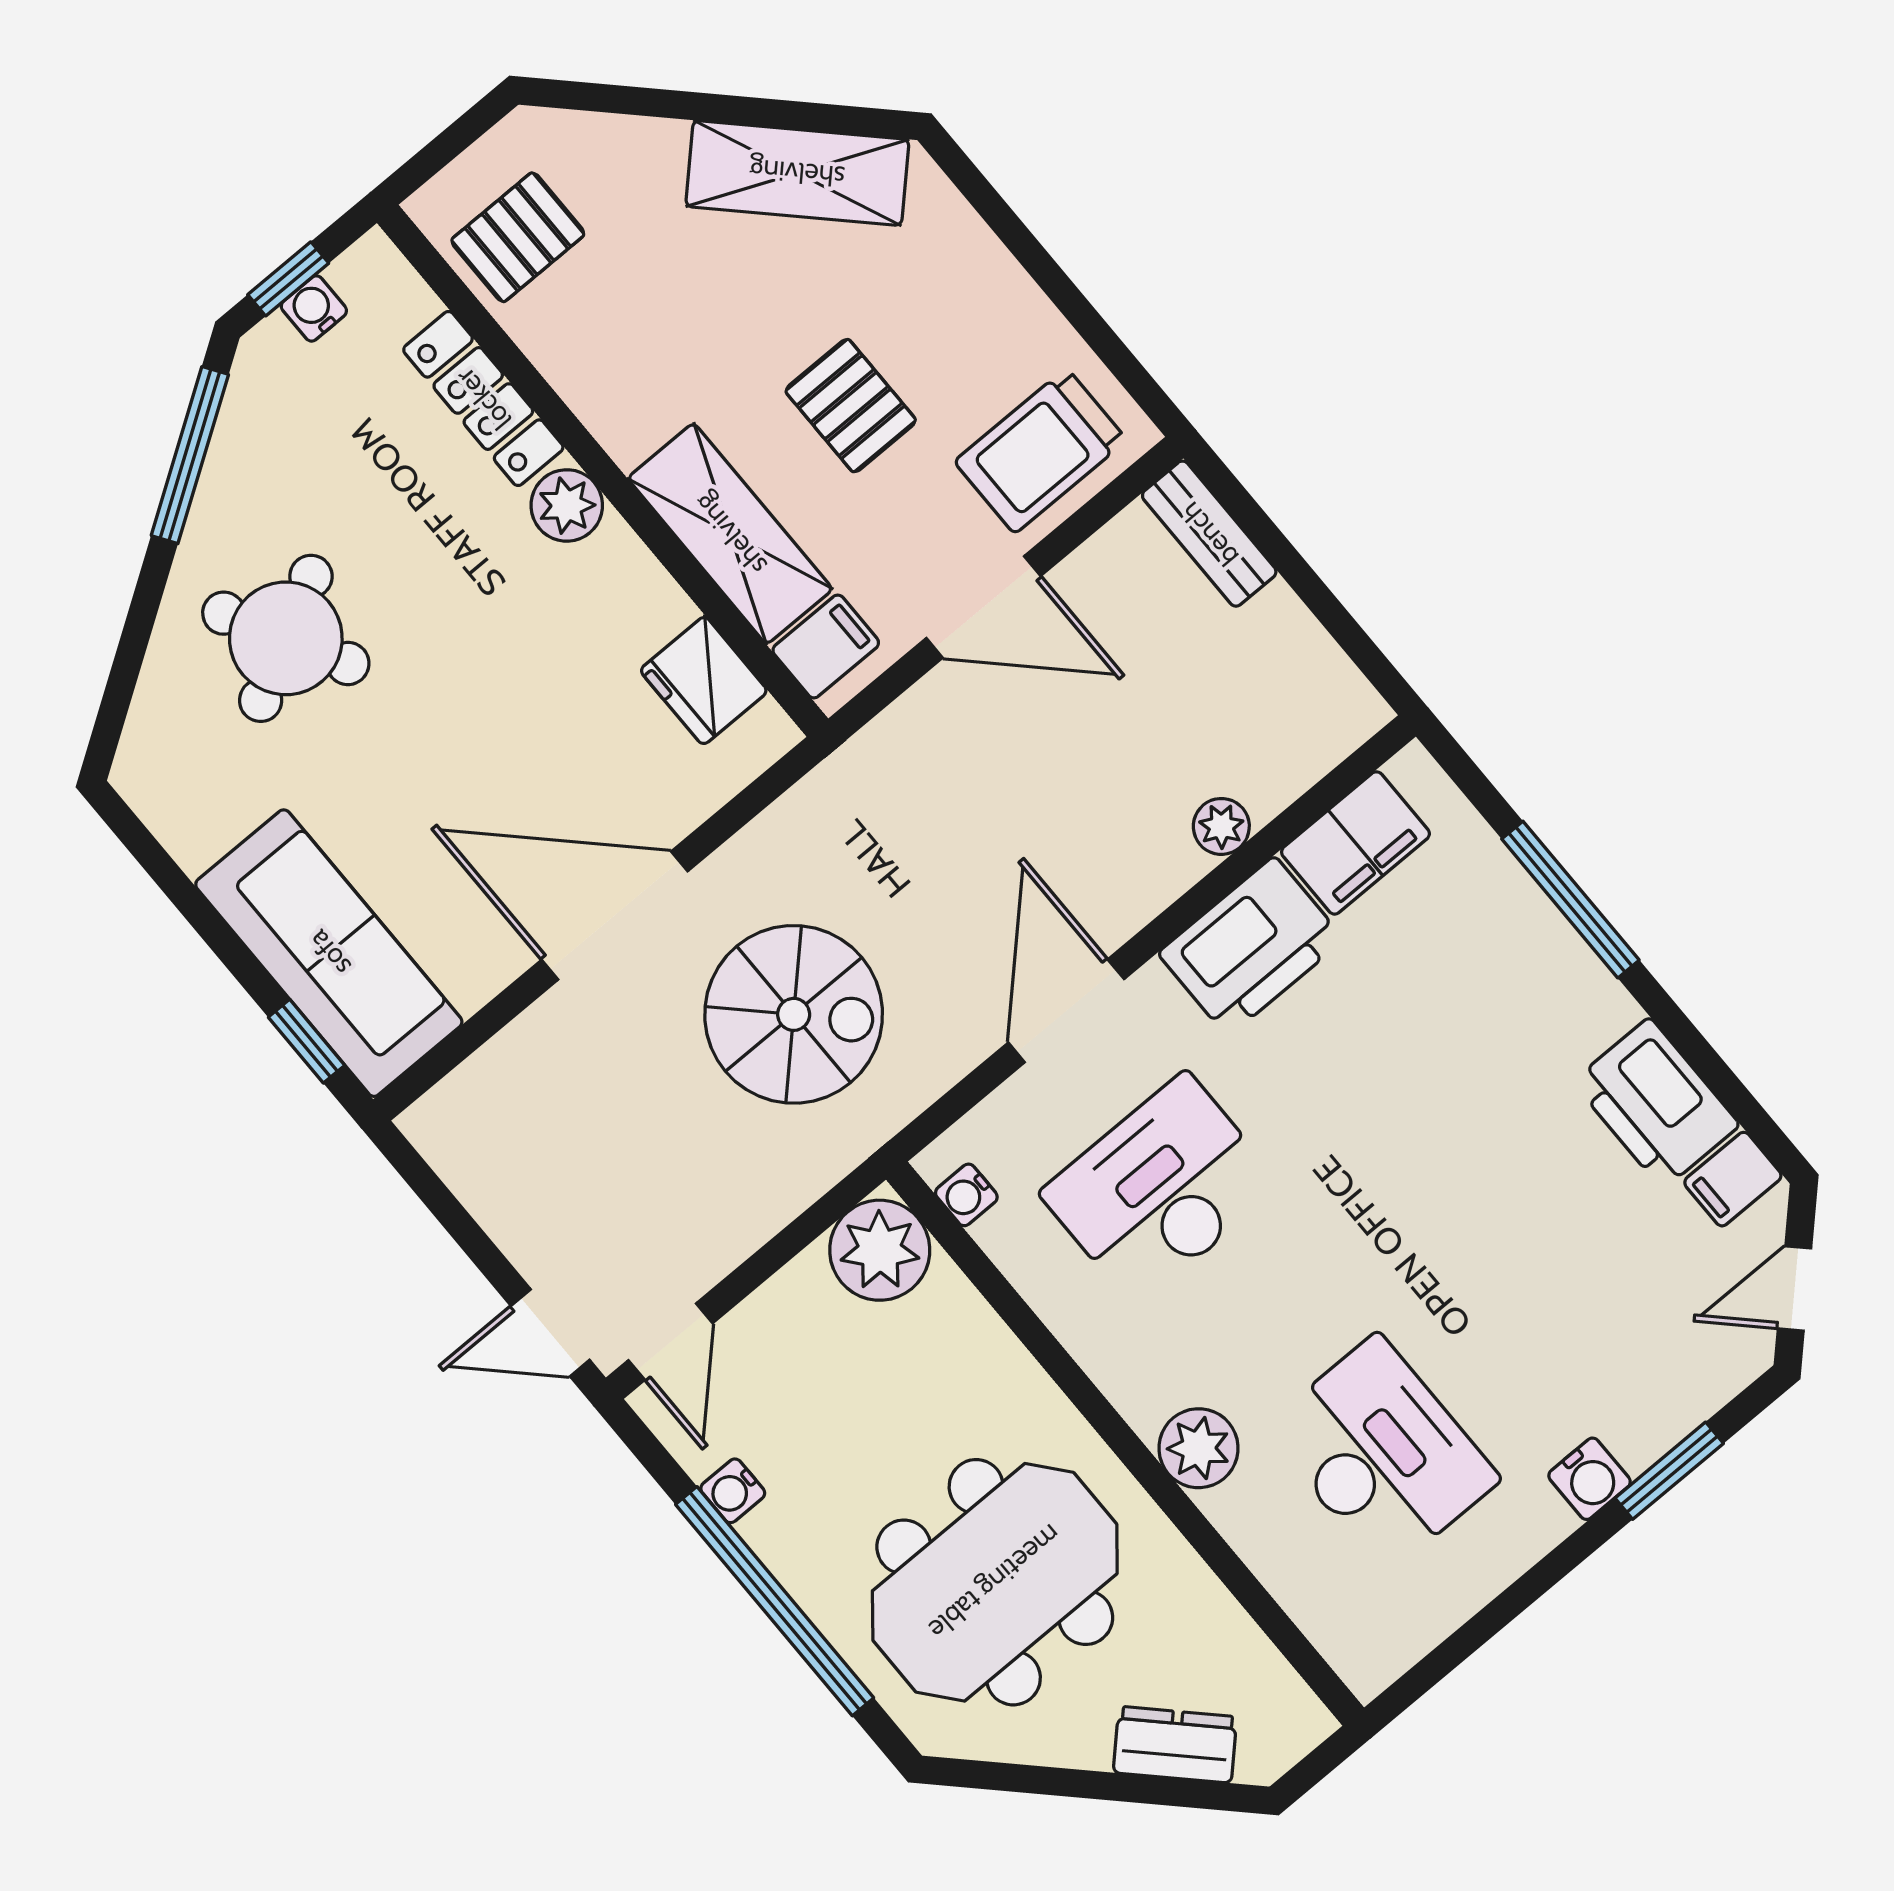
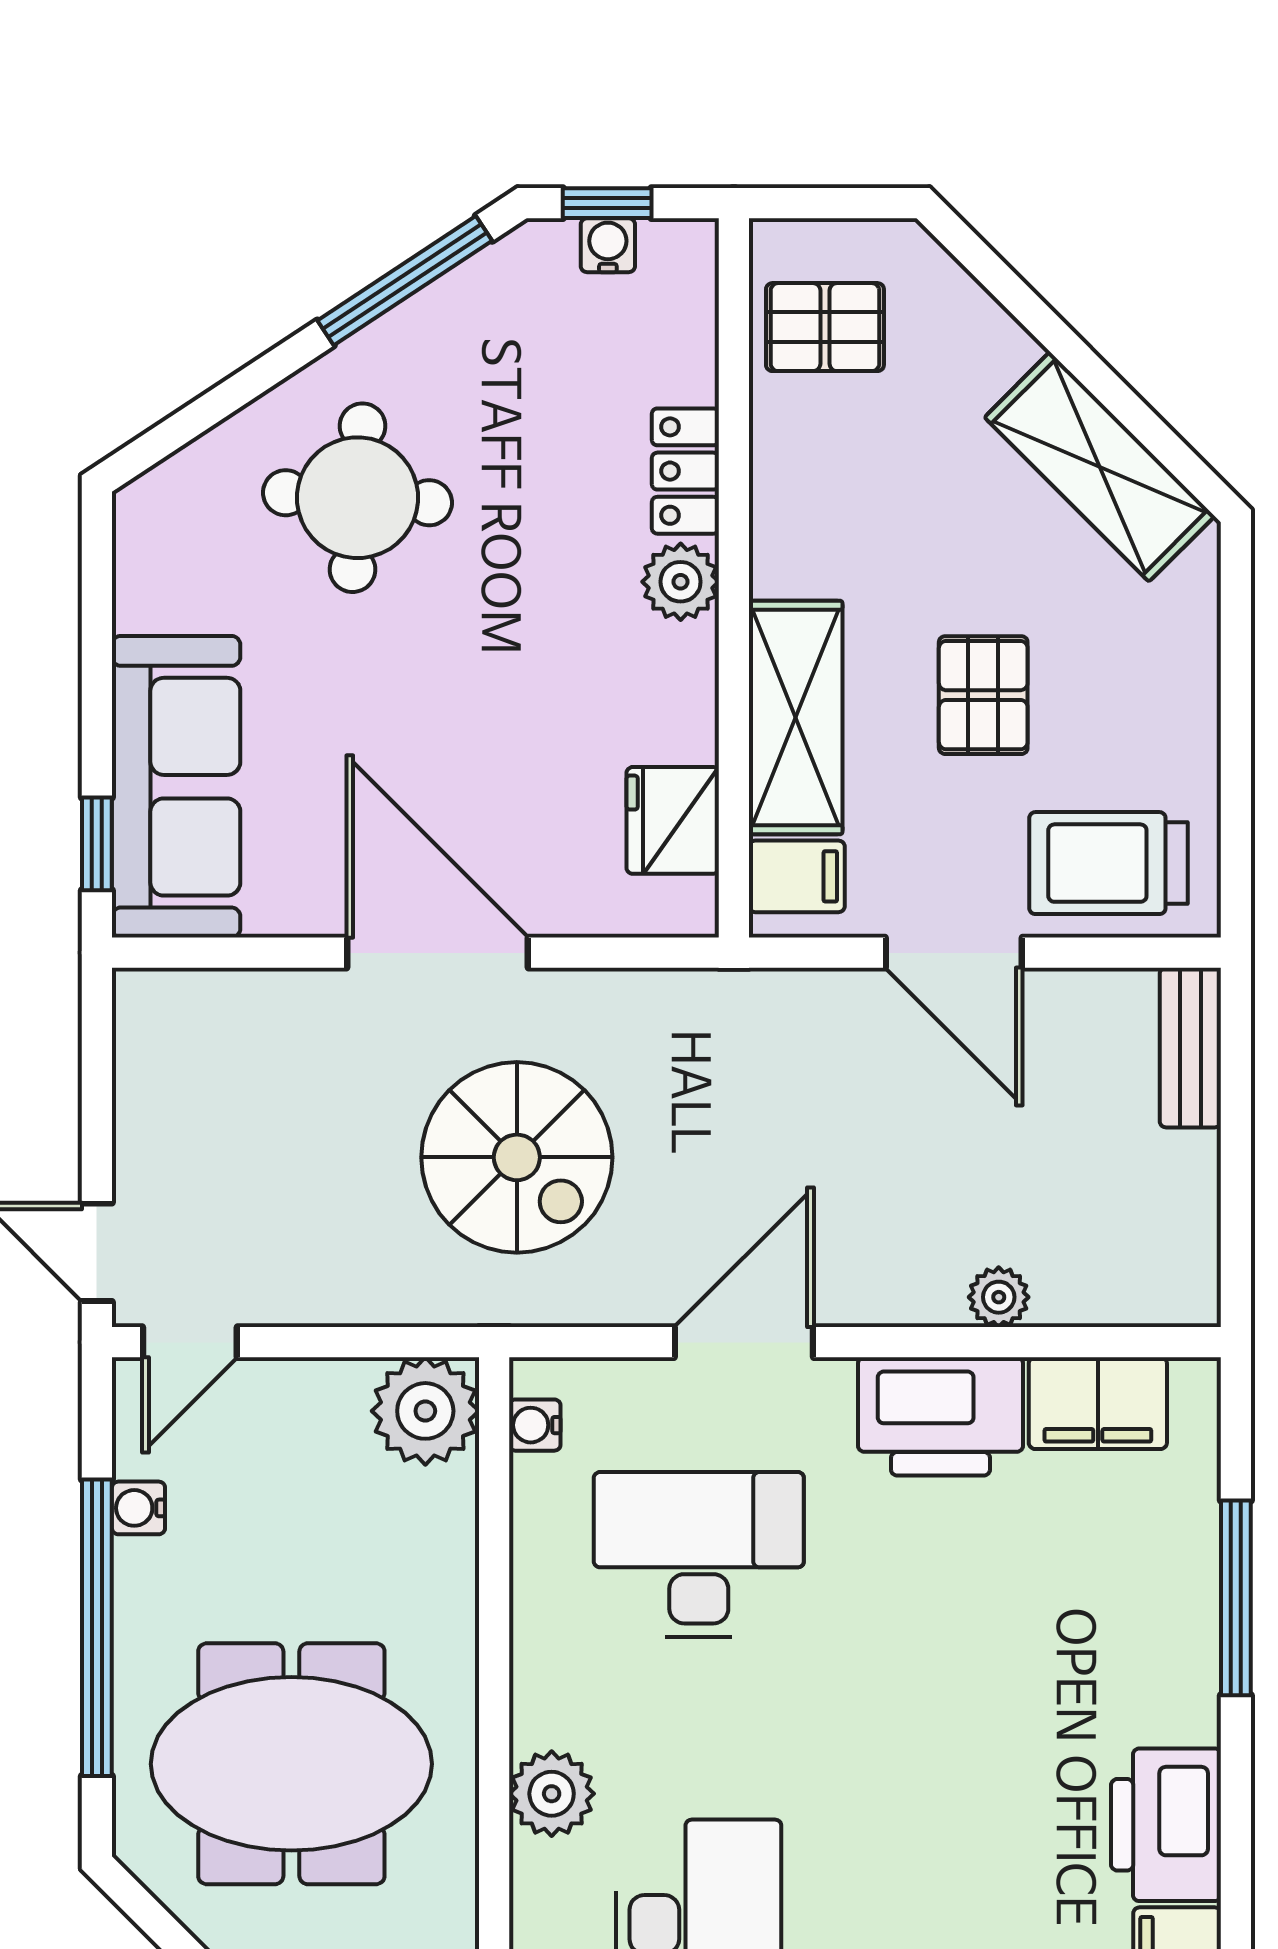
locker: (483, 399) -> (685, 471), width x0.66
round table: (286, 638) -> (357, 498), turned 32

